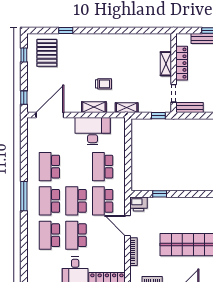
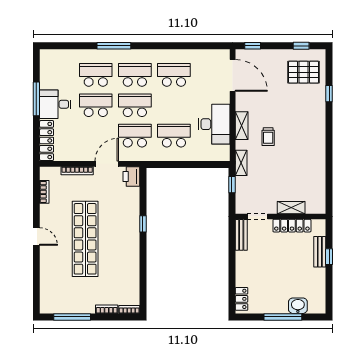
window: (158, 116) -> (232, 185), moved
window: (160, 194) -> (143, 224), moved
window: (24, 196) -> (114, 46), moved

